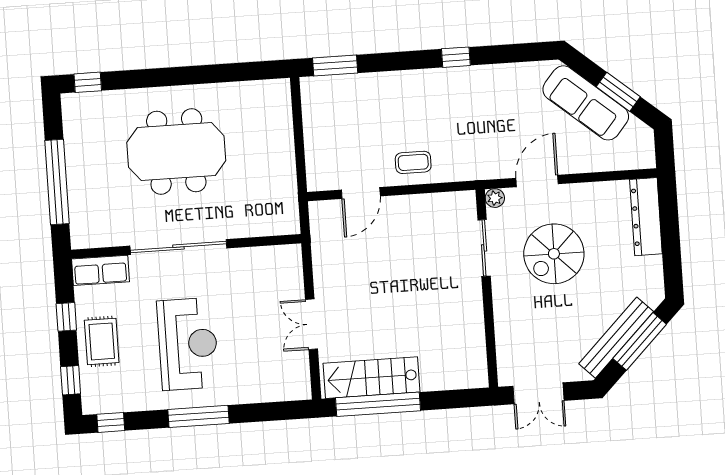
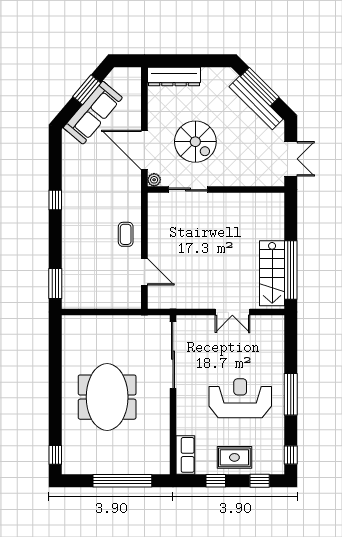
door: (537, 181) -> (144, 150), width x1.36
sliding door: (178, 247) -> (173, 355), moved

